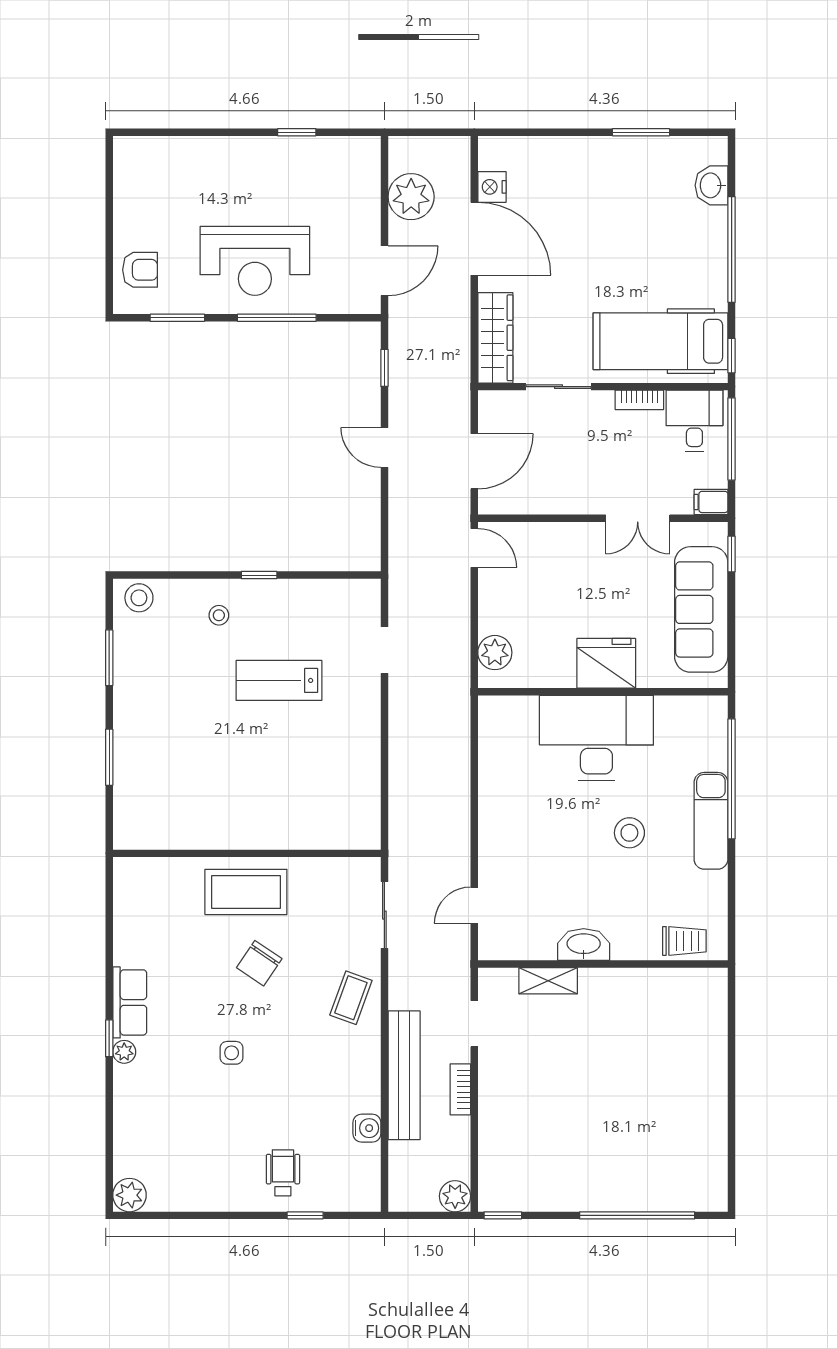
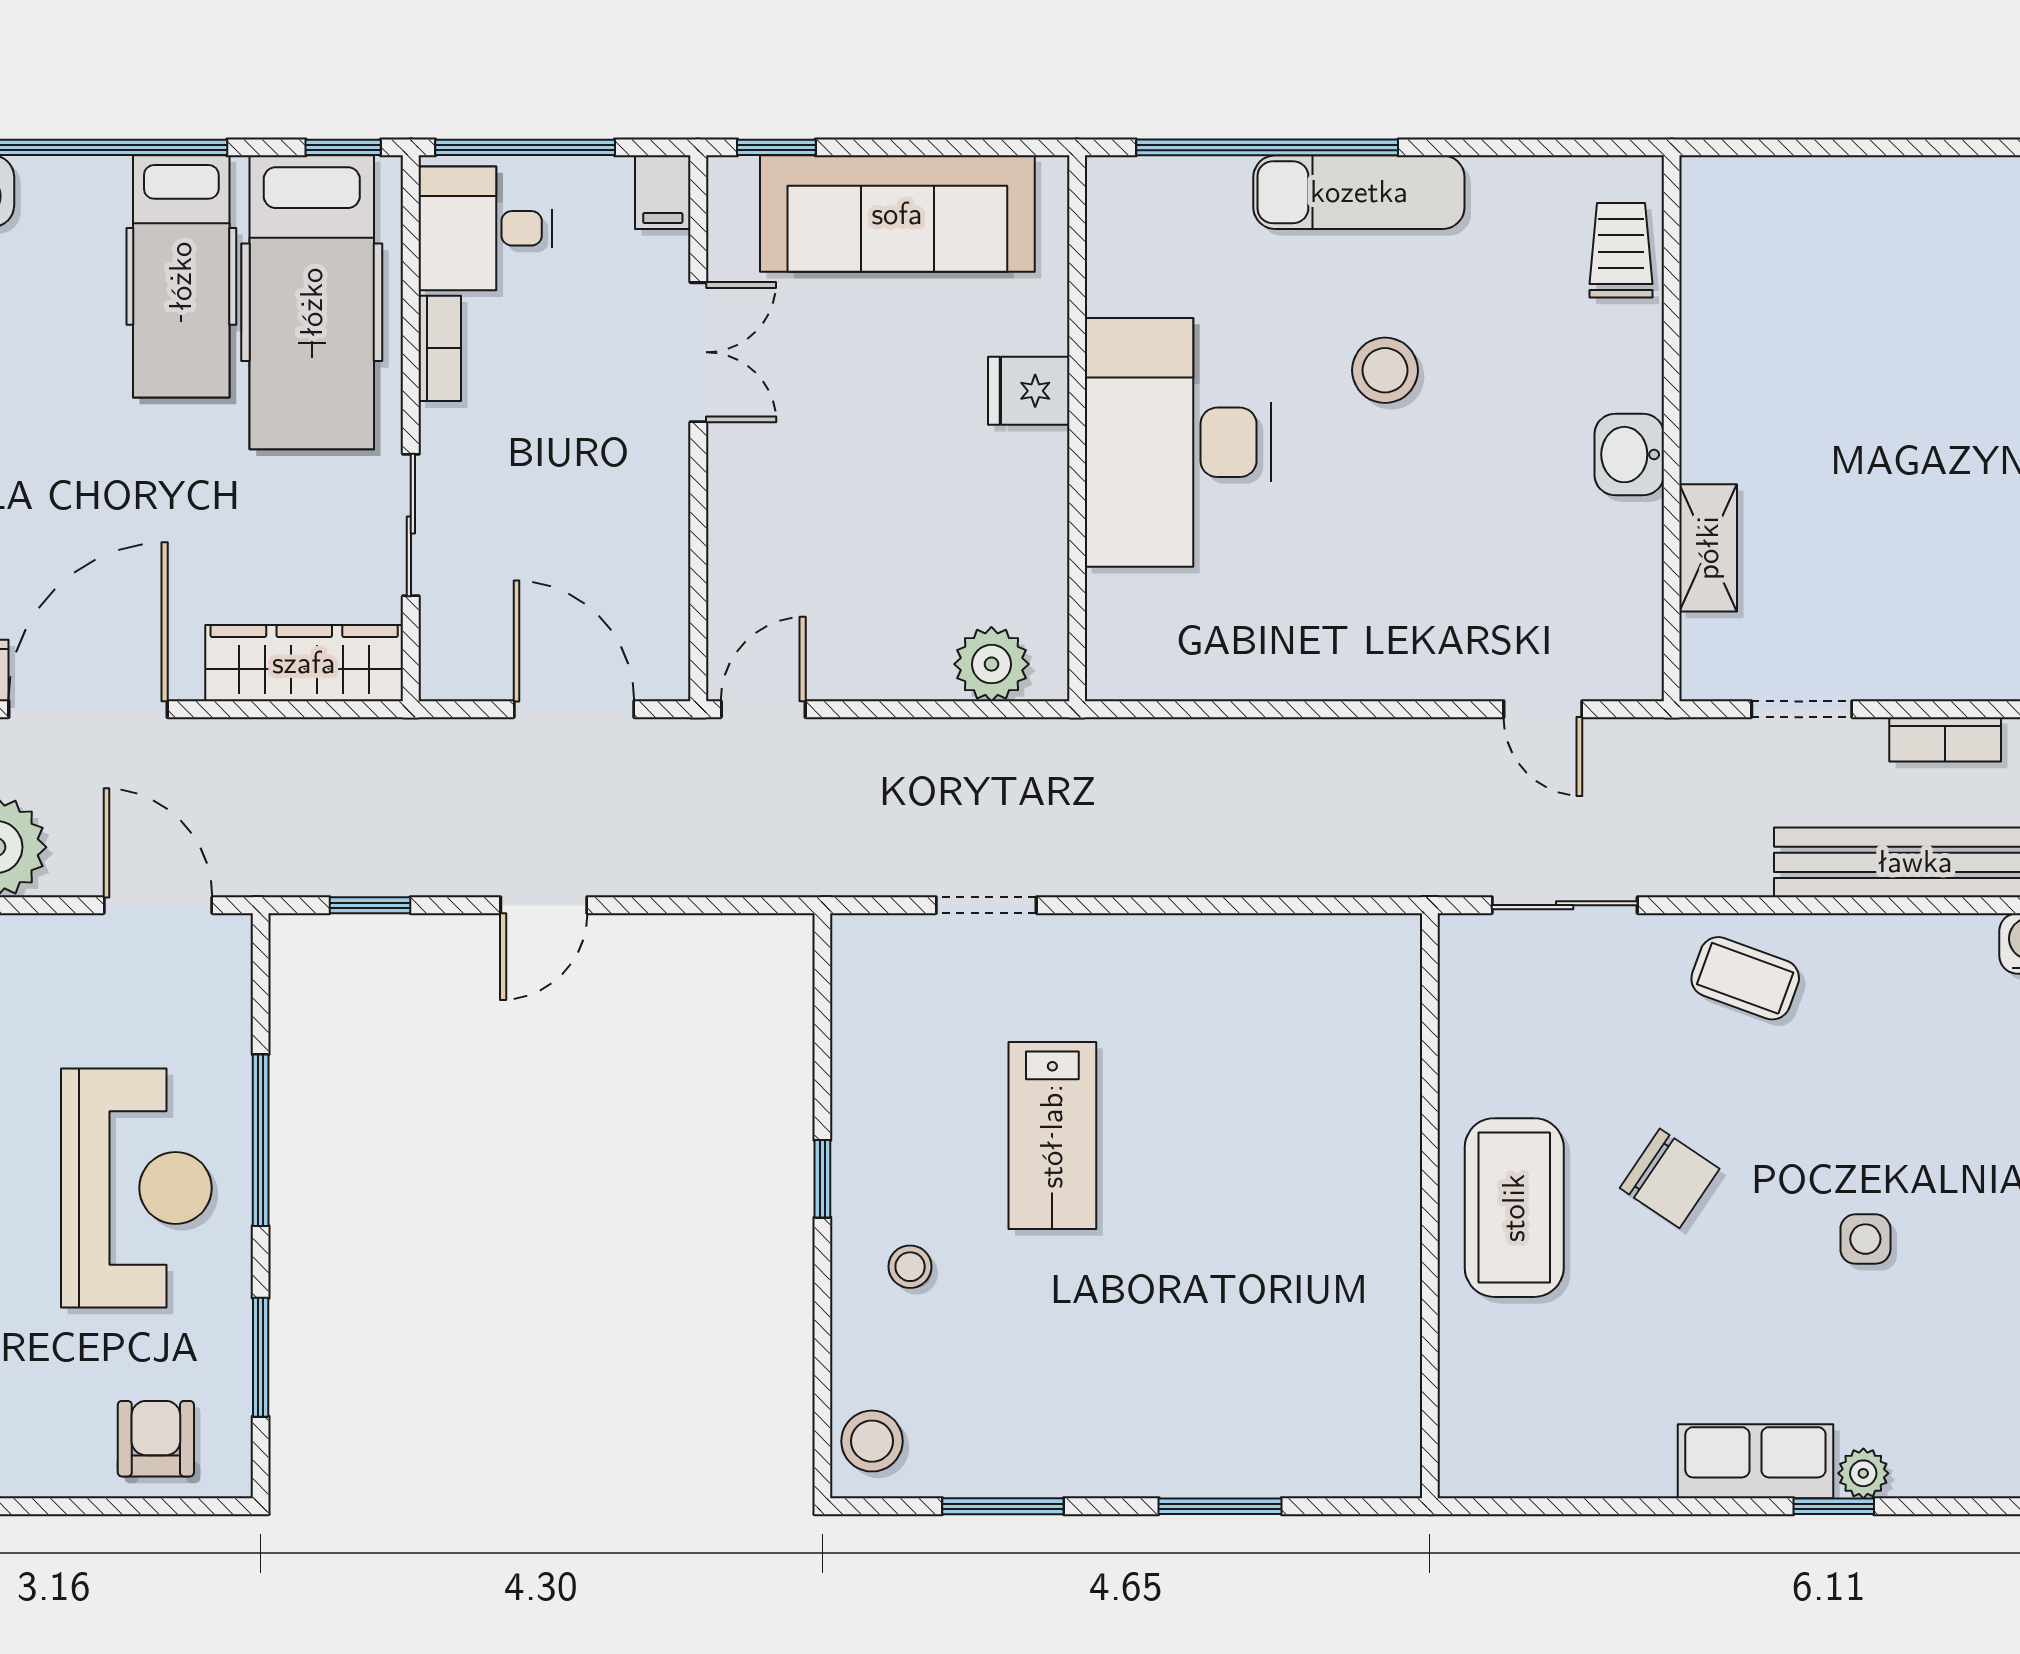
hospital bed: (672, 281) -> (181, 276), added
fridge: (606, 663) -> (1029, 391), width x0.53, depth x0.75
washbasin: (584, 945) -> (1629, 455), width x0.72

